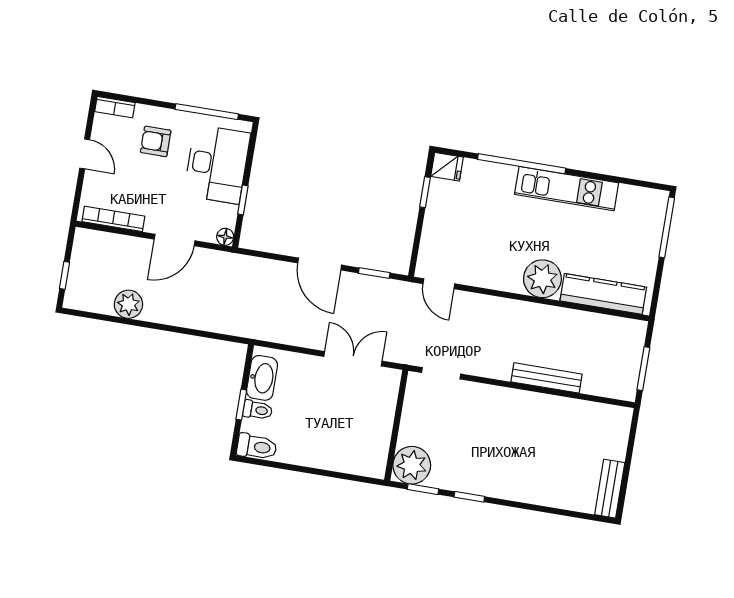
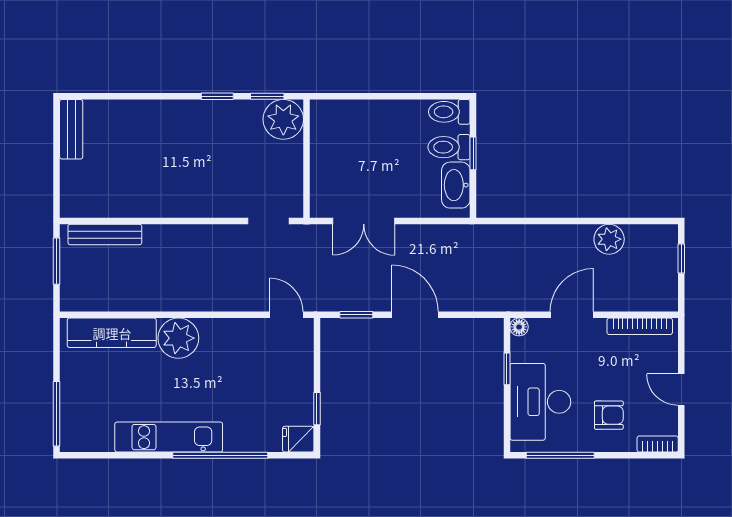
bench: (547, 378) -> (105, 235), moved
toilet: (258, 410) -> (449, 147), width x1.37, depth x1.39

